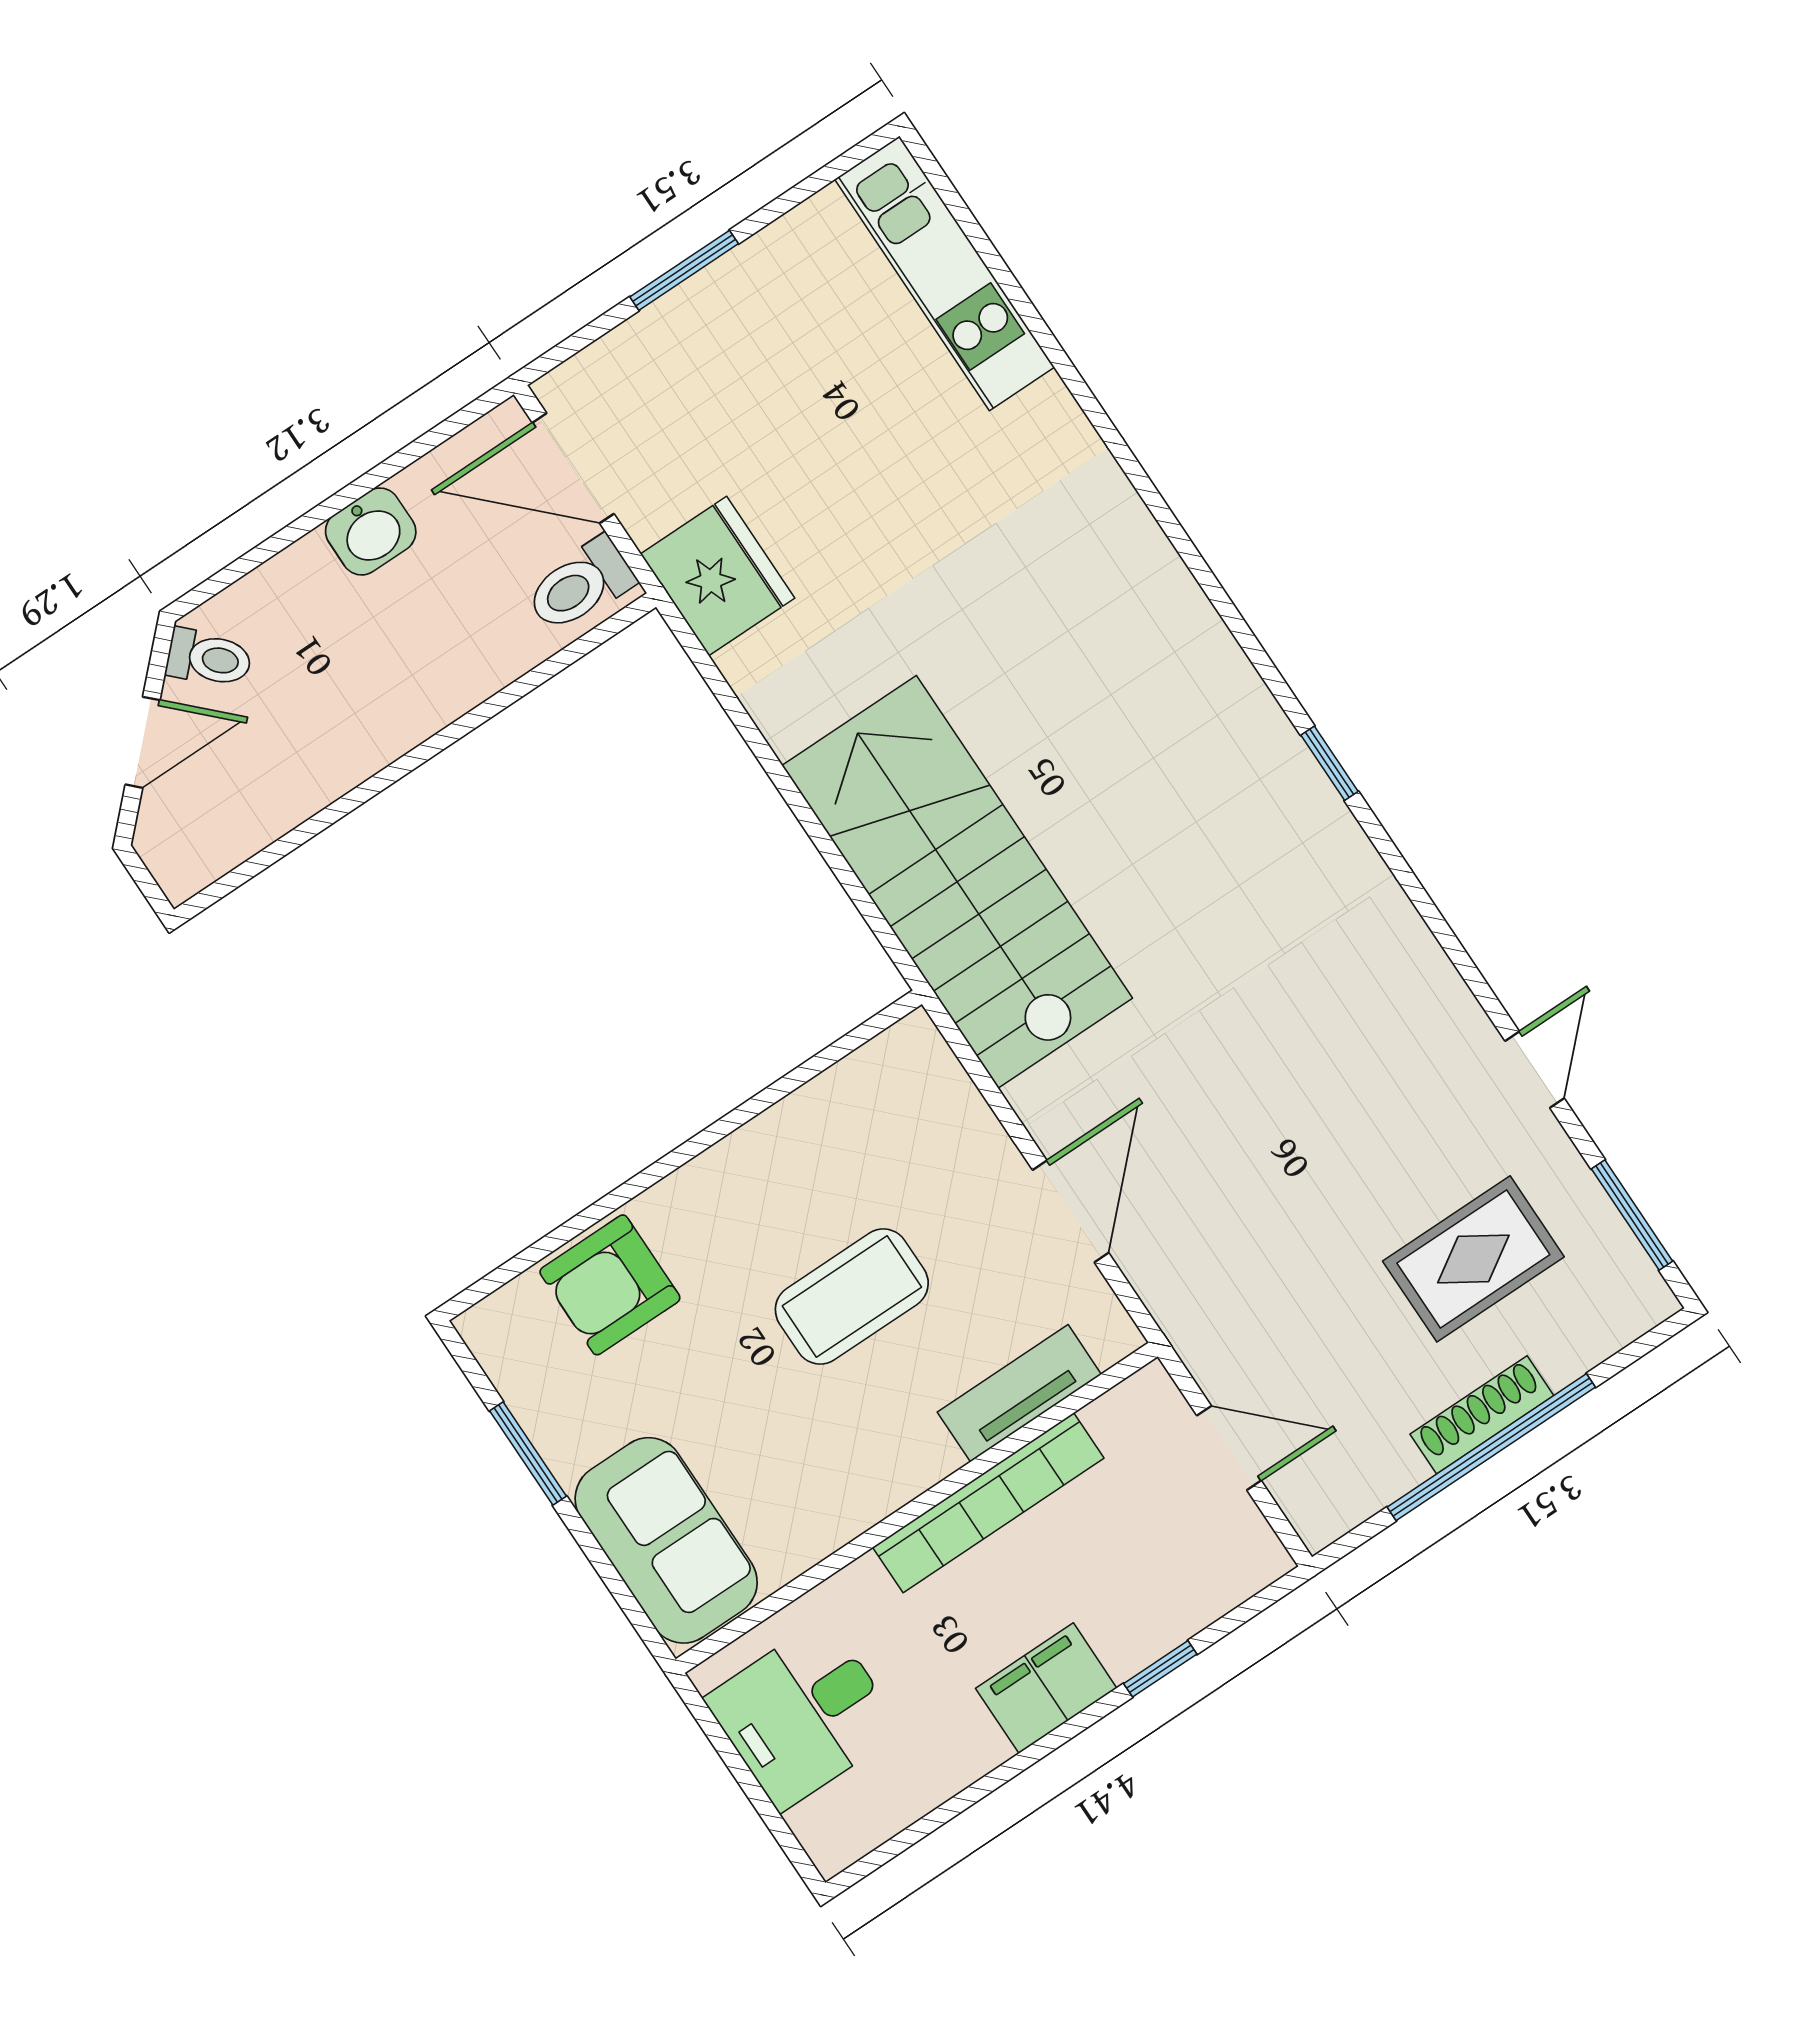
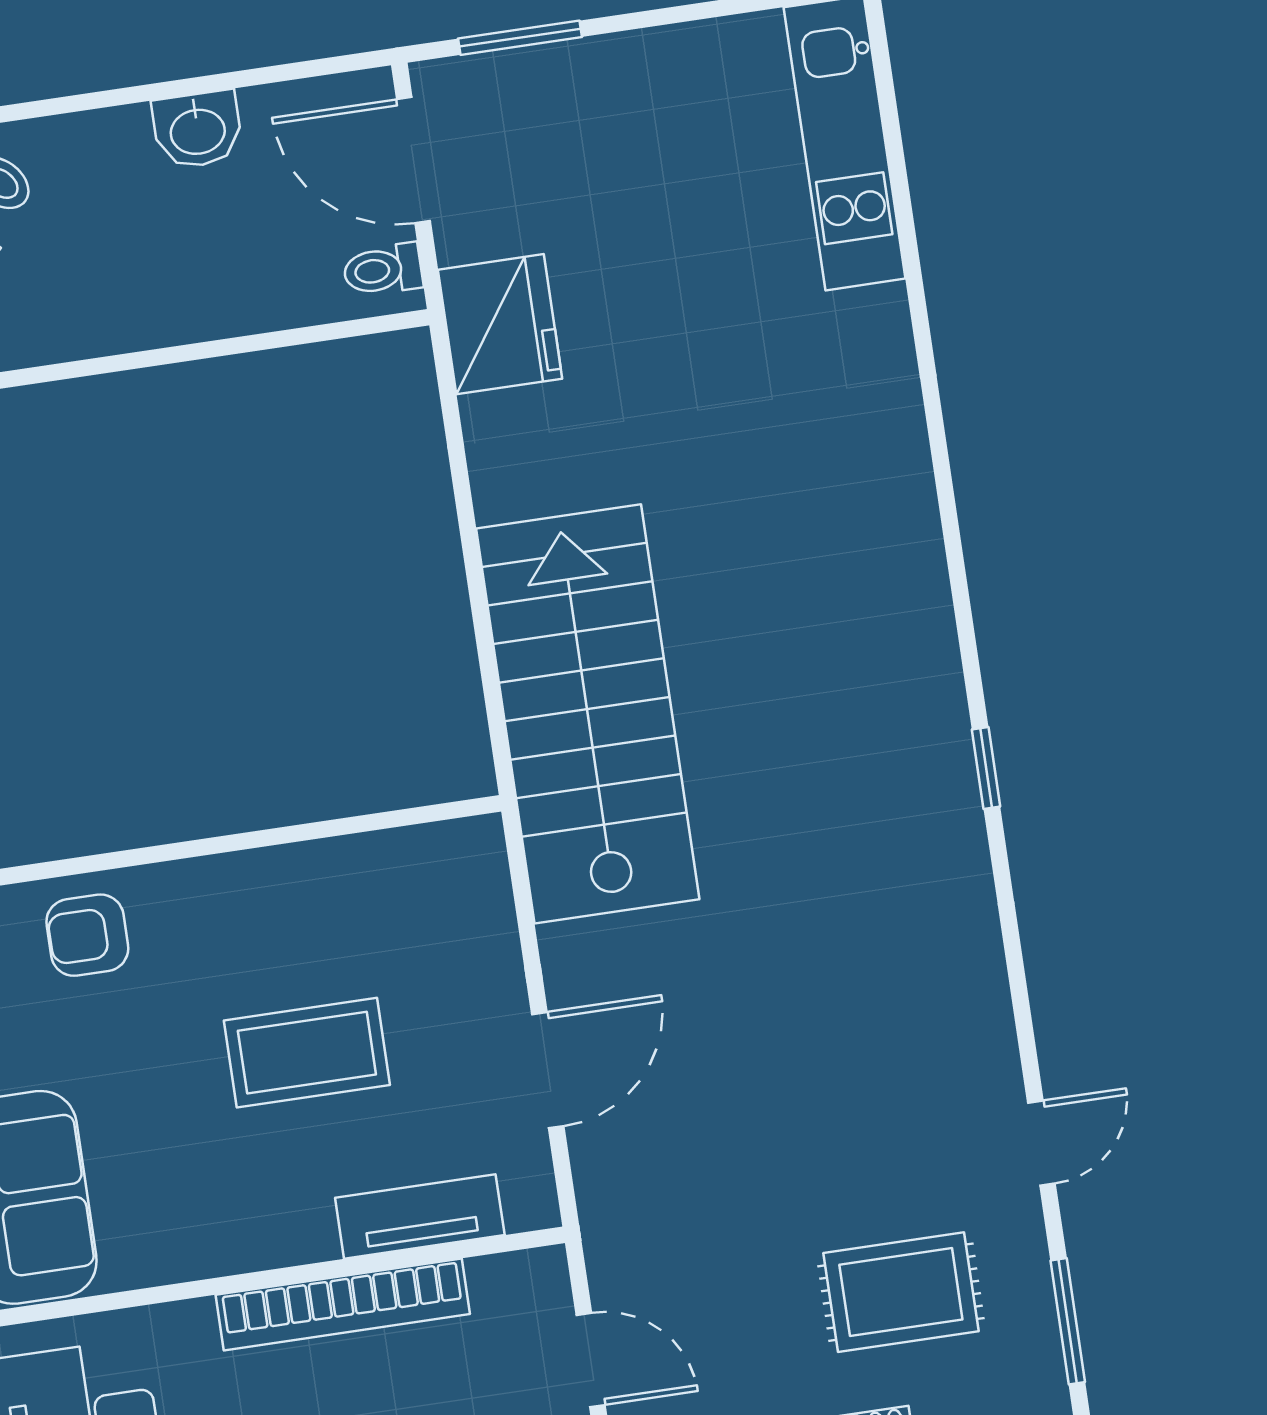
window: (684, 270) -> (520, 38), moved
toilet: (580, 585) -> (383, 270), width x0.73, depth x0.72
armchair: (610, 1285) -> (87, 935), width x0.72, depth x0.72

